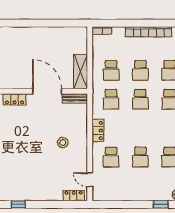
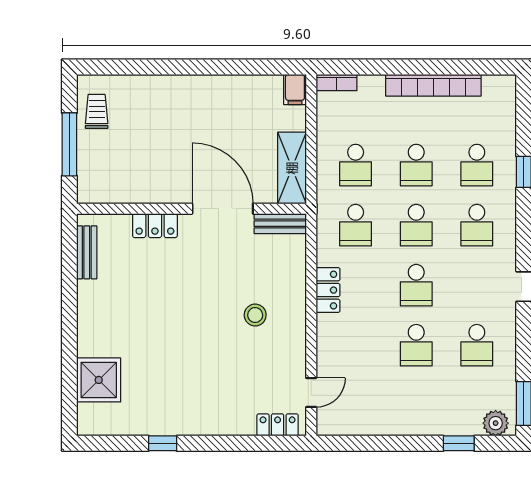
filing cabinet: (82, 34) -> (295, 89), added
school desk: (111, 157) -> (416, 285), moved
door: (90, 180) -> (311, 392), swing flipped

